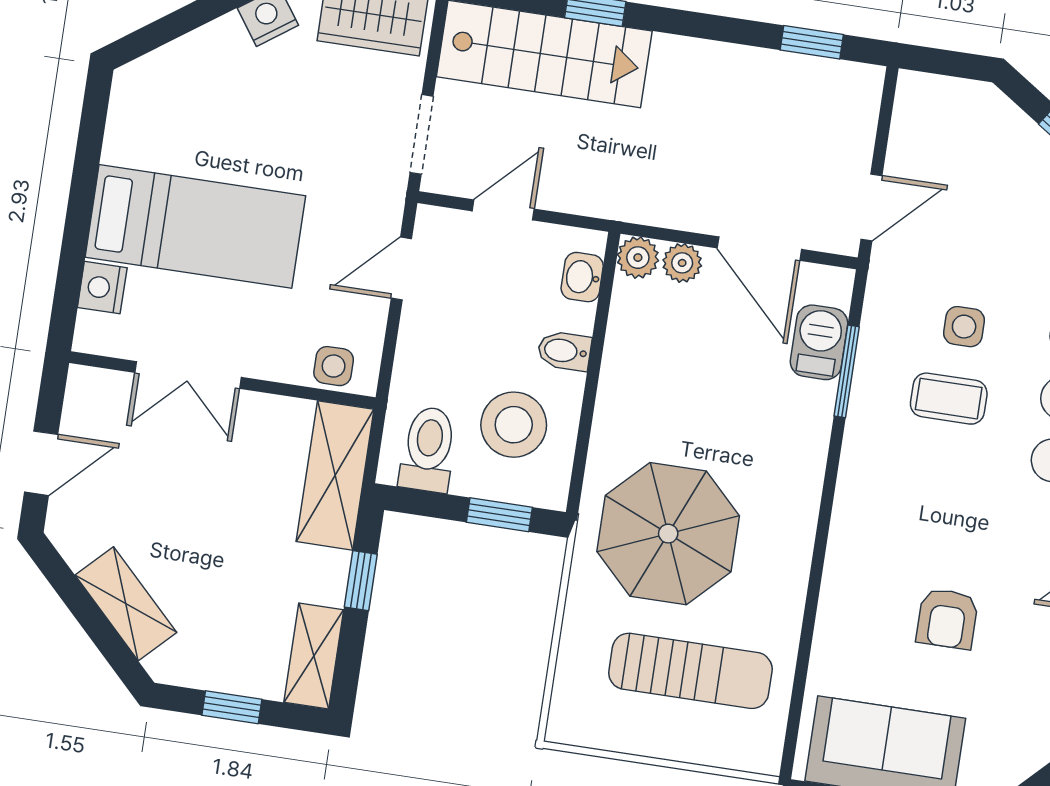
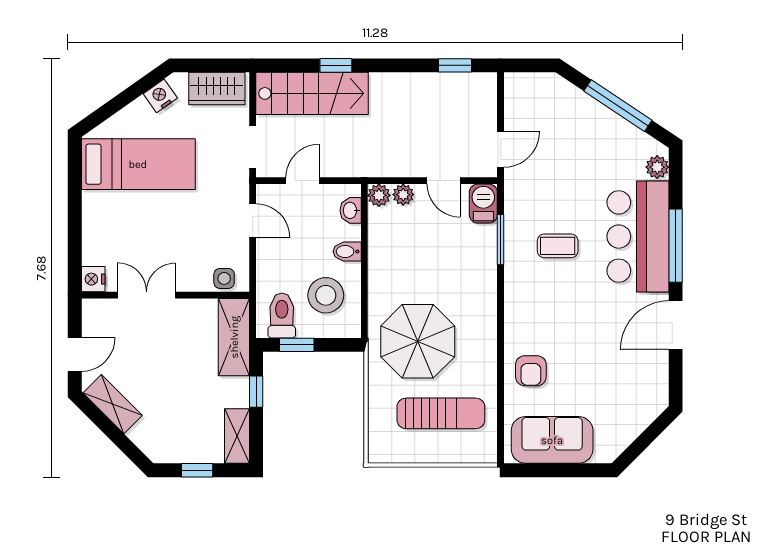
bed: (195, 226) -> (138, 164), moved
door: (759, 249) -> (444, 181), width x0.73
door: (401, 269) -> (253, 220), swing flipped
nightstand: (102, 288) -> (93, 279), moved
side table: (964, 327) -> (560, 206), removed
barbecue: (819, 342) -> (483, 204), moved
double door: (188, 375) -> (147, 295), swing flipped
window: (499, 515) -> (297, 345), moved
shelving: (126, 604) -> (113, 404), moved
armchair: (947, 619) -> (531, 371), moved

